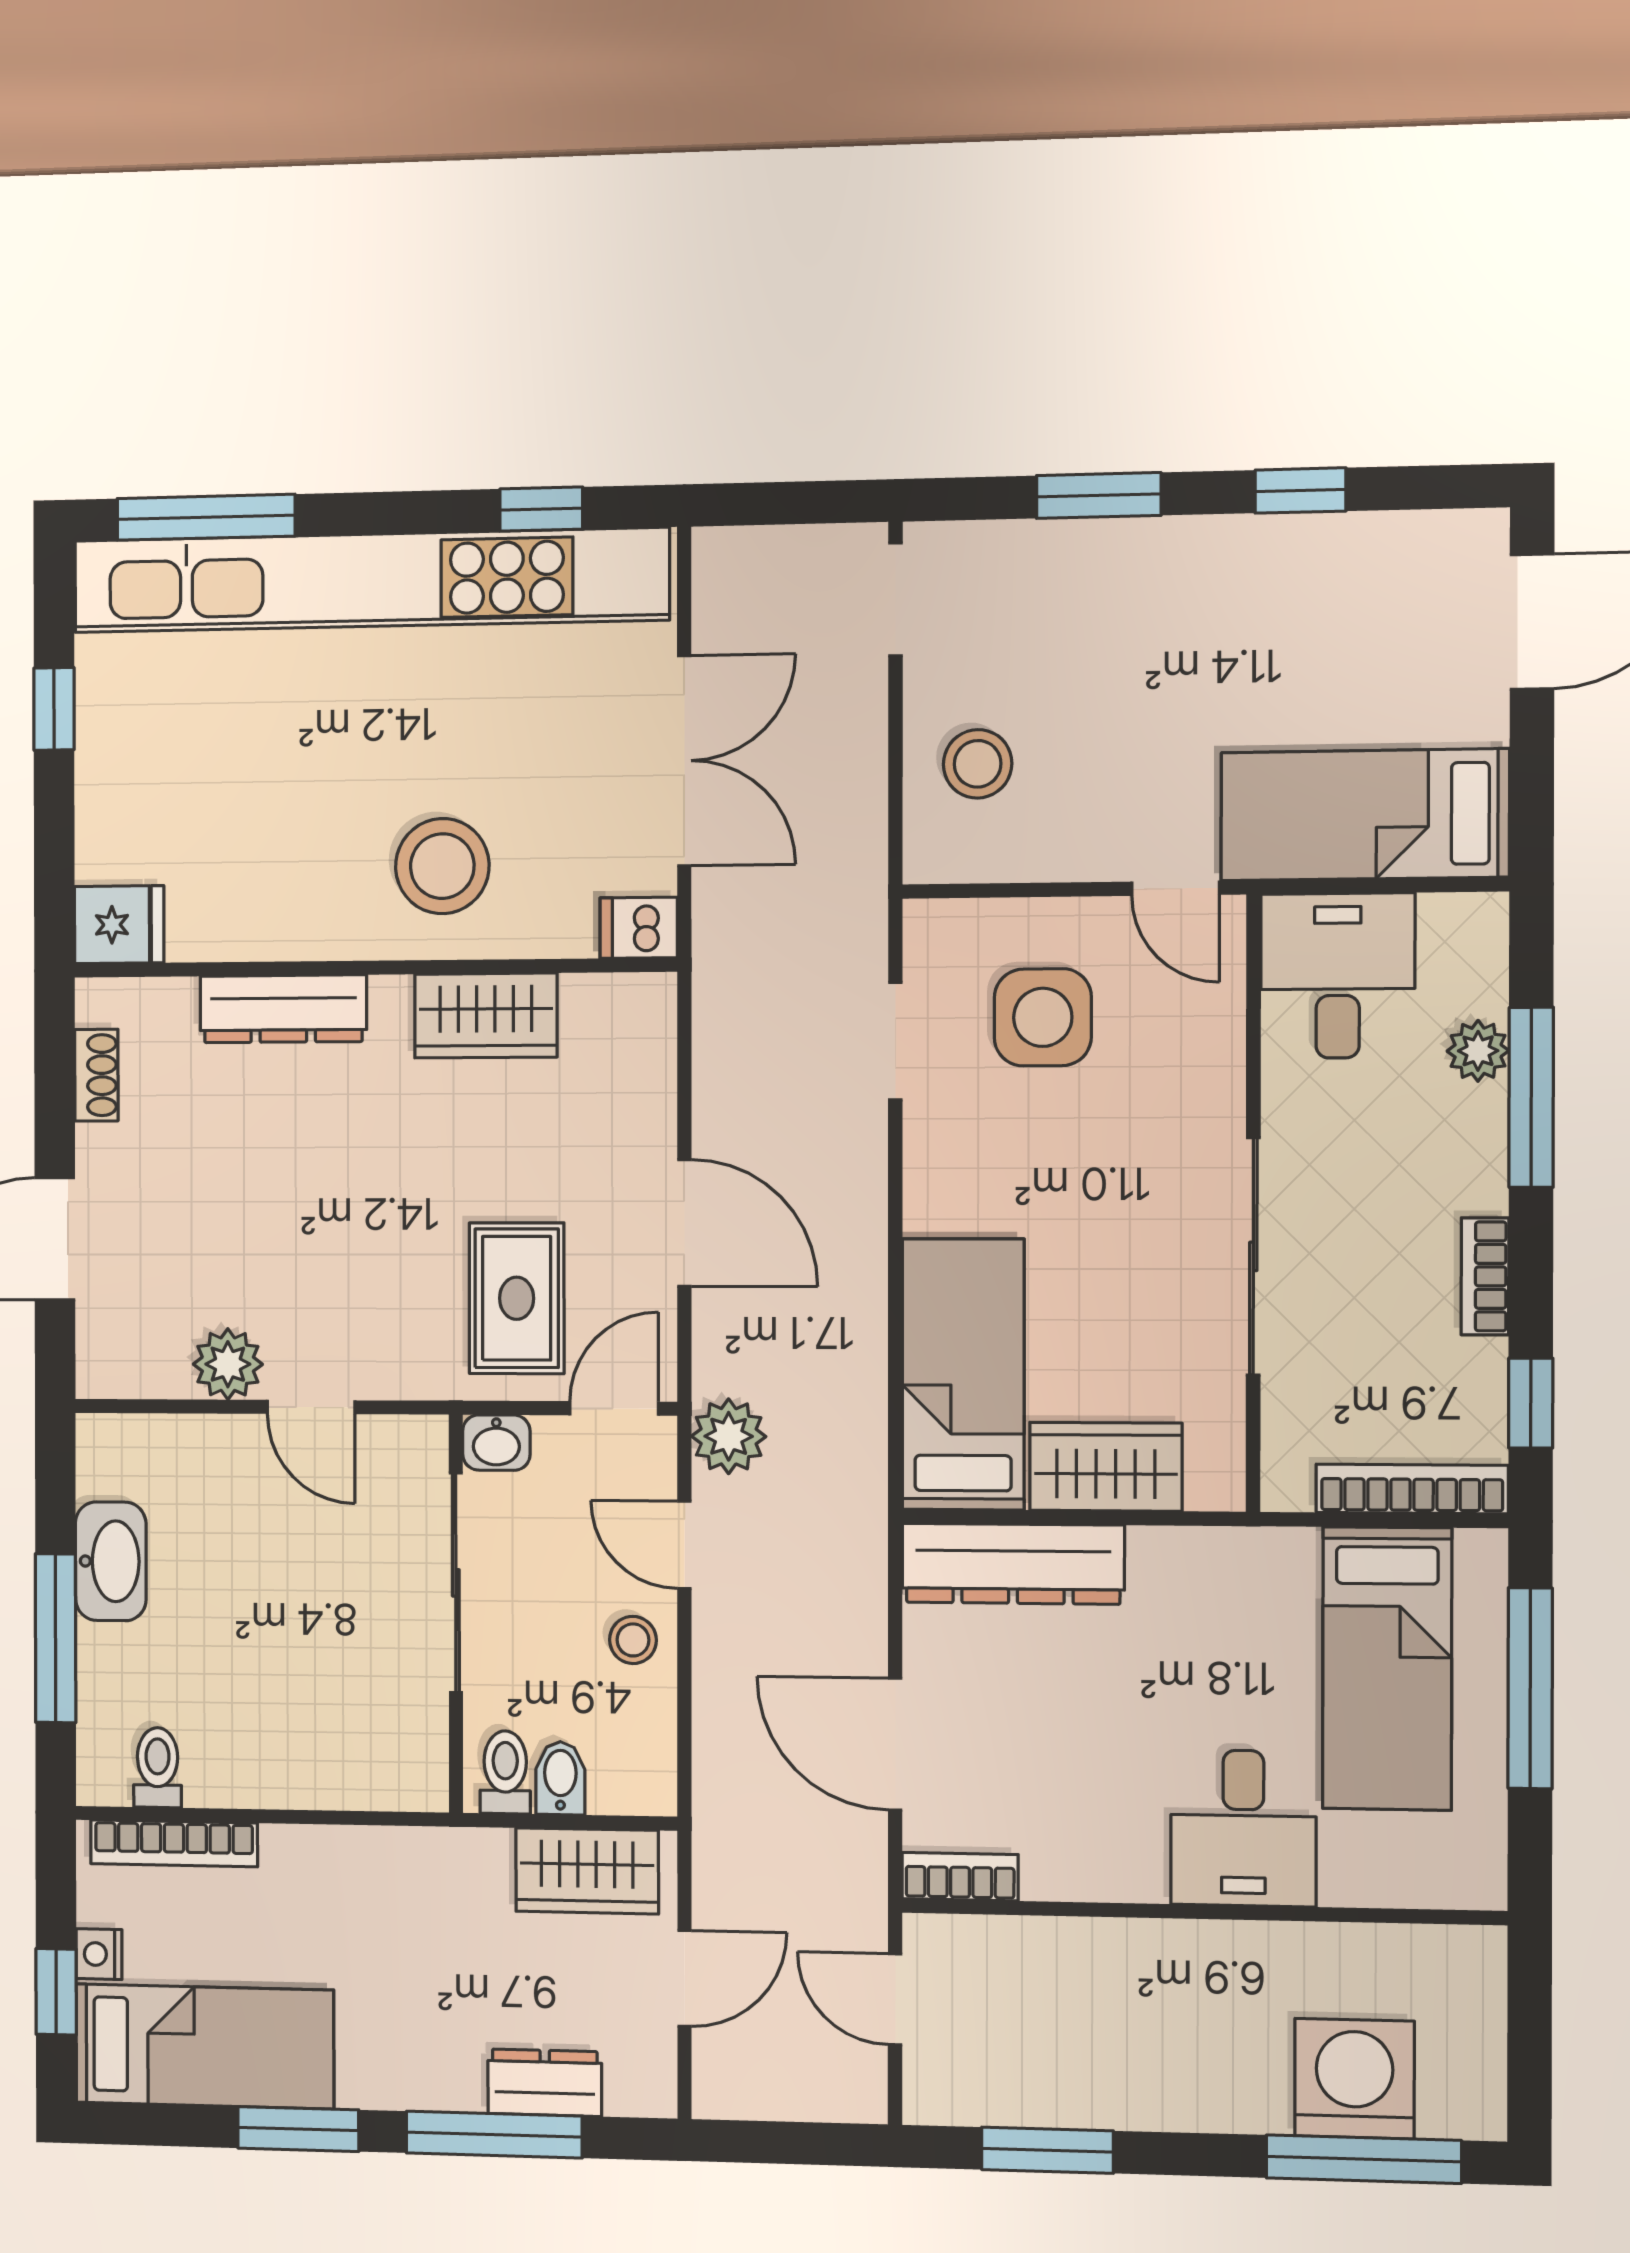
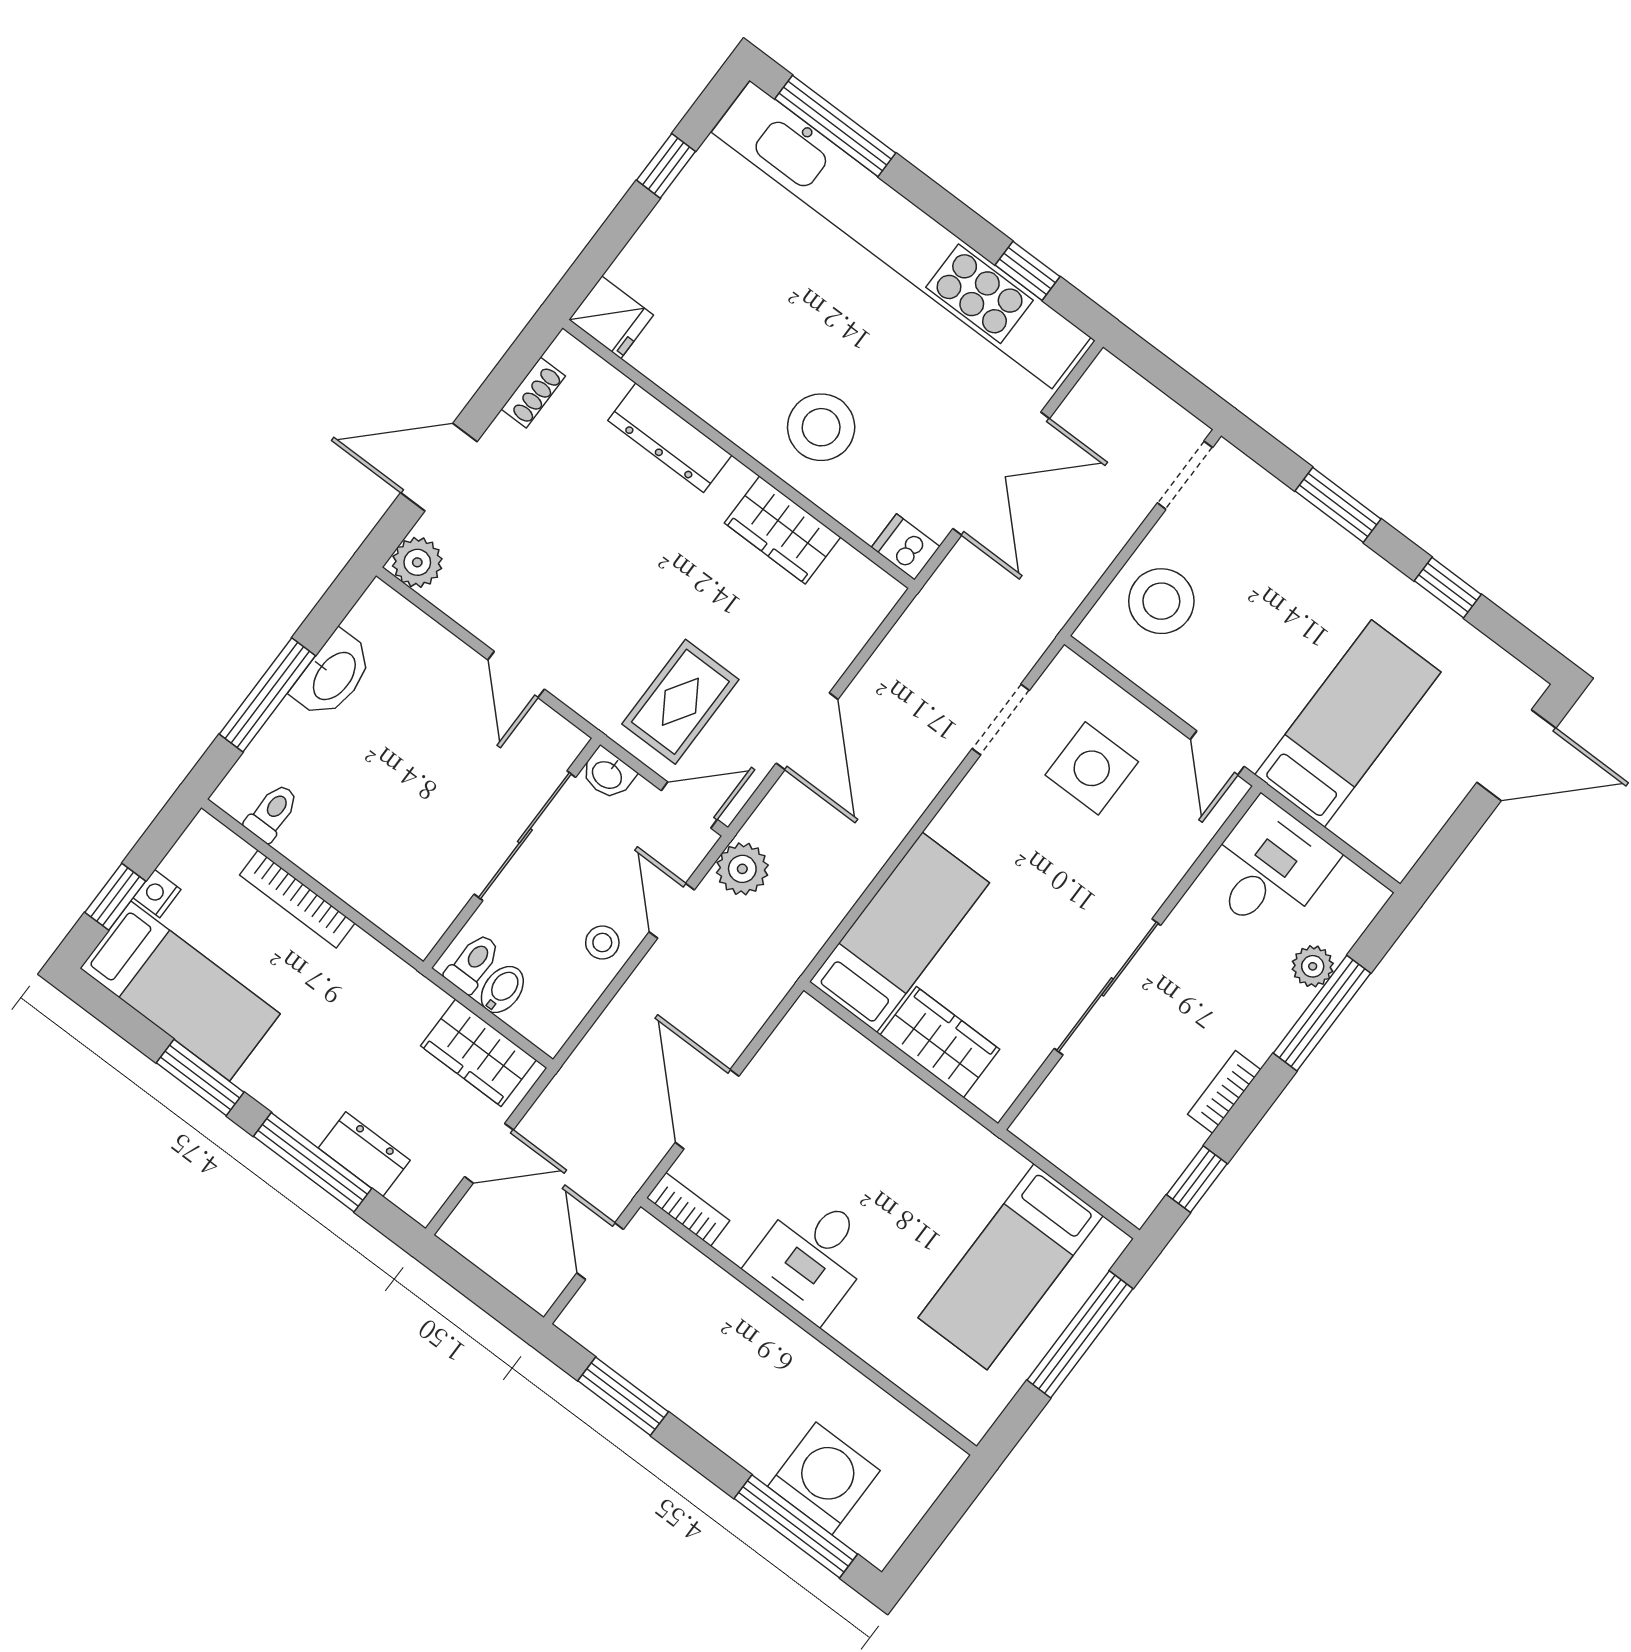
stool: (978, 764) -> (1161, 601), width x1.38, depth x1.38
bed: (1365, 815) -> (1348, 723), moved, turned 90
plant: (228, 1364) -> (417, 562), moved
bookcase: (1412, 1489) -> (1098, 1178), removed
dresser: (1013, 1564) -> (848, 1058), removed
desk: (1243, 1828) -> (812, 1256), moved
bookcase: (174, 1843) -> (297, 899), moved

